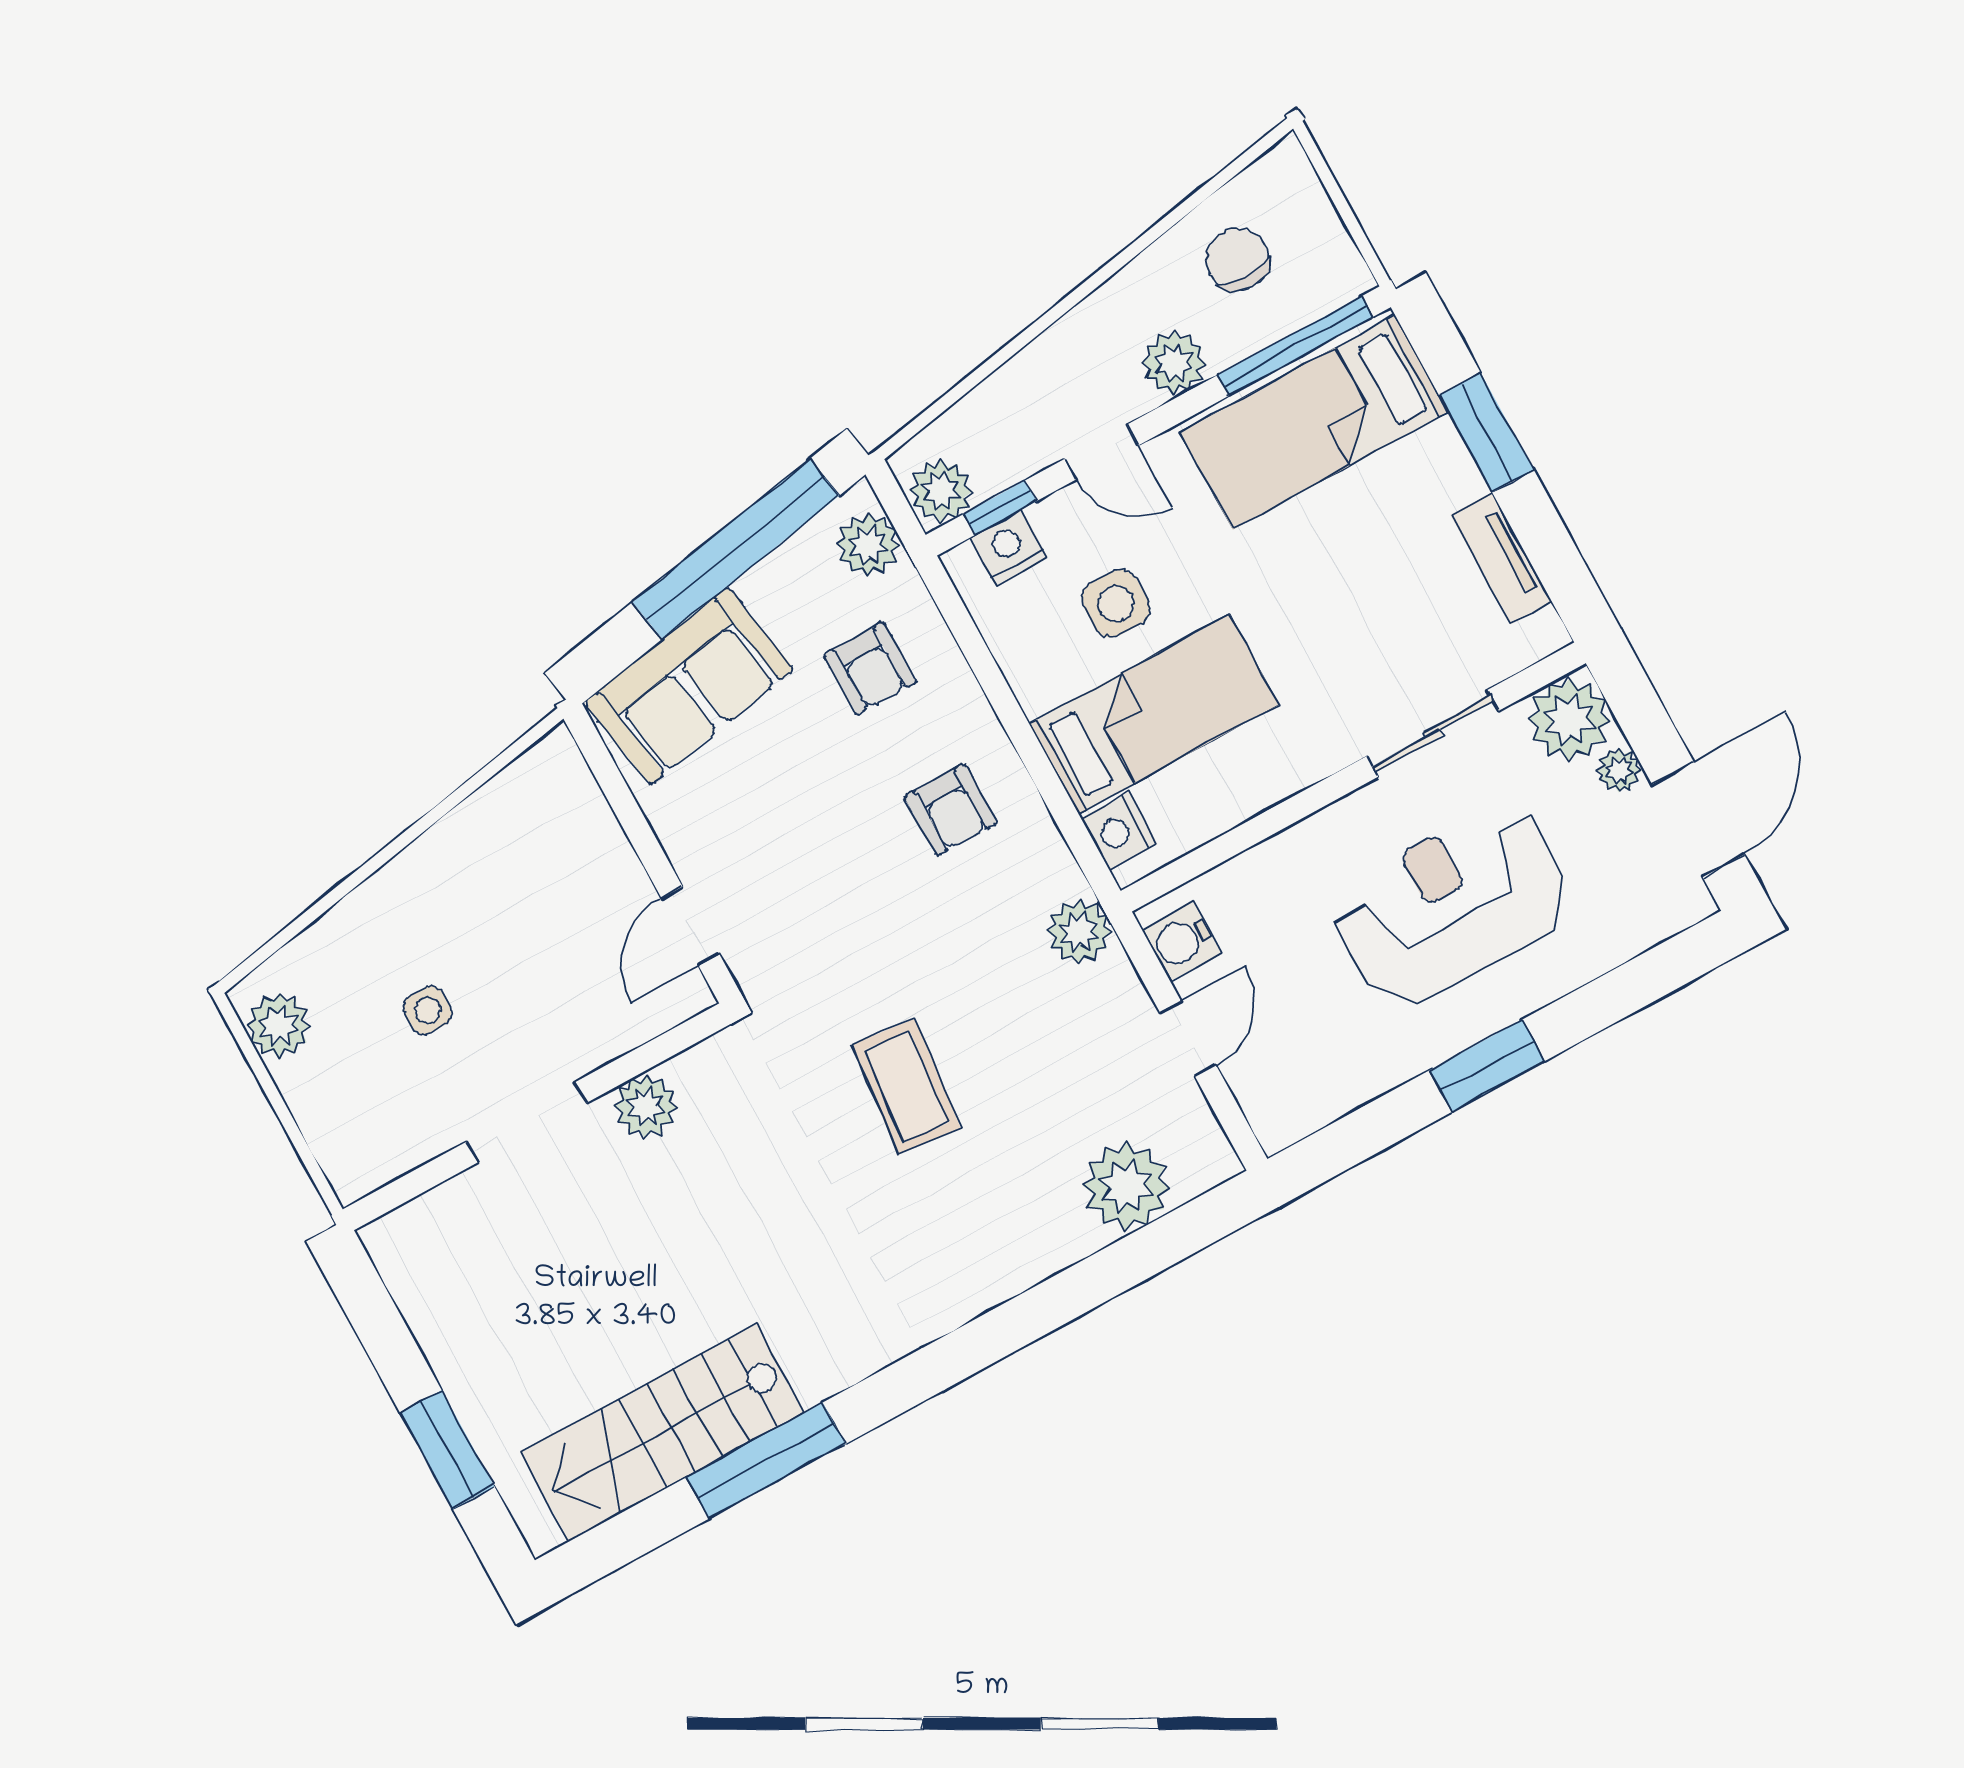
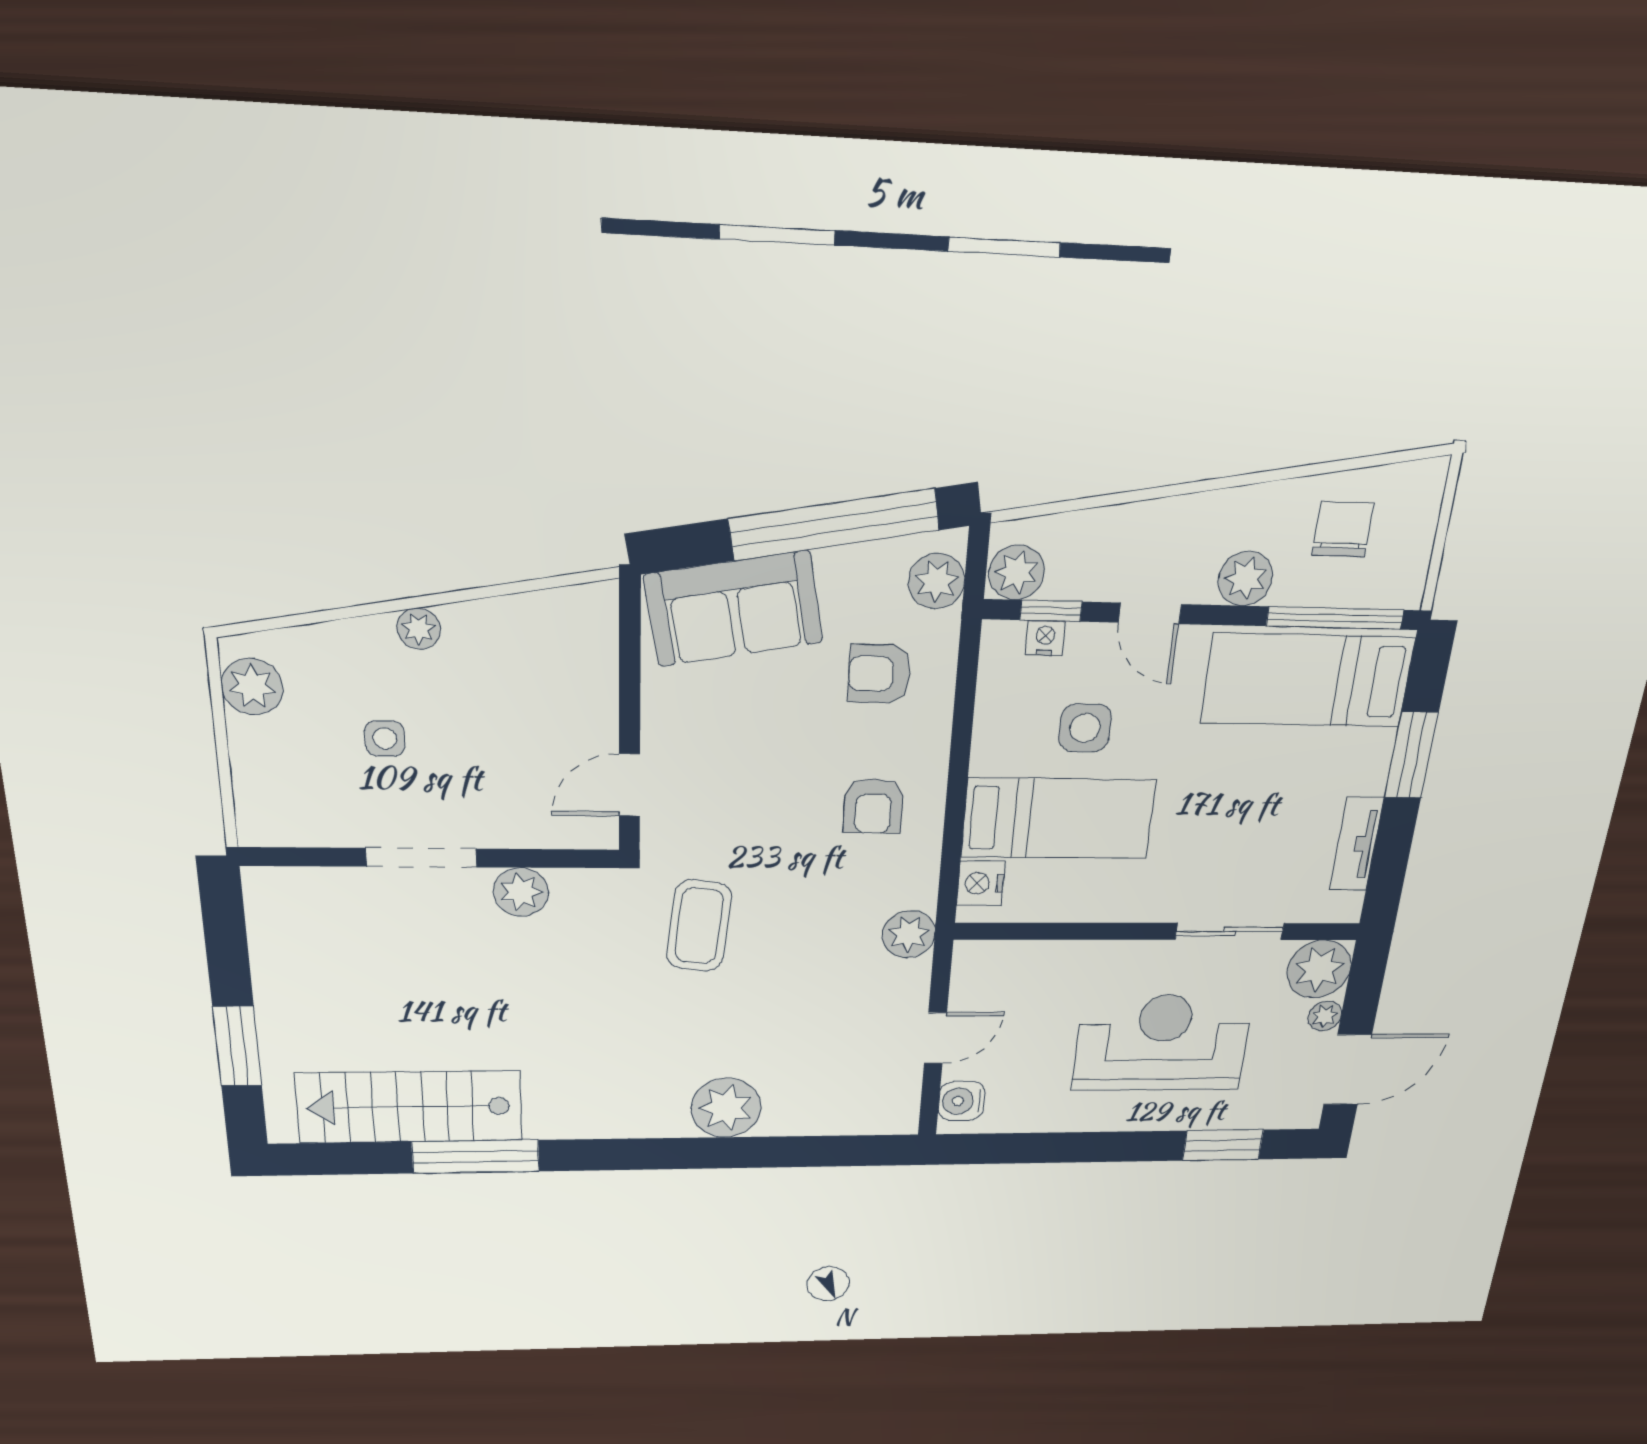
nightstand: (1009, 547) -> (1045, 638), width x0.72, depth x0.74
armchair: (870, 669) -> (879, 674), turned 90
plant: (404, 877) -> (419, 629), added
water cooler: (1182, 942) -> (961, 1101), moved
window: (1487, 1066) -> (1223, 1145), moved
coffee table: (906, 1086) -> (699, 926), moved
plant: (1126, 1186) -> (726, 1108), moved

